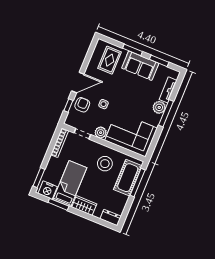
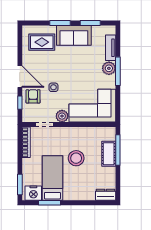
rug: (110, 60) -> (42, 42), turned 90
door: (78, 83) -> (20, 77), hinge flipped
stool: (105, 164) -> (76, 158), moved
cot: (128, 178) -> (109, 154), width x0.73, depth x0.75
wardrobe: (84, 206) -> (75, 194), removed

